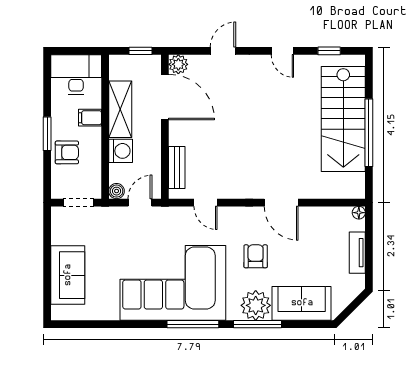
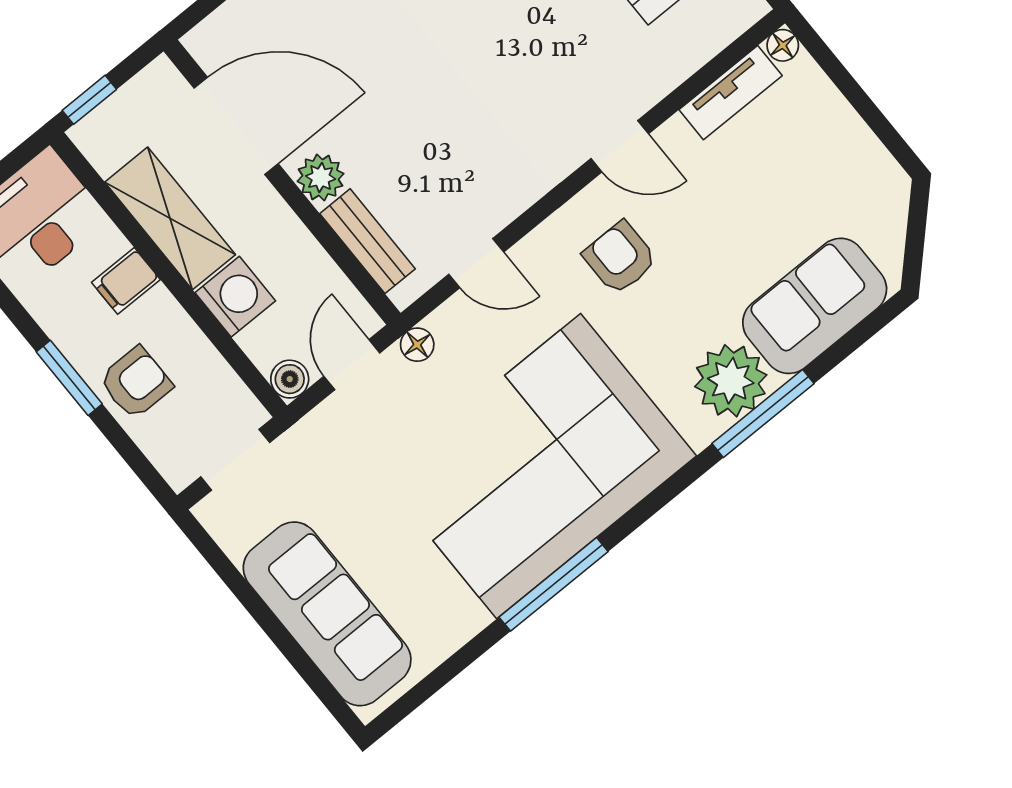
window: (140, 51) -> (89, 100), moved
plant: (178, 64) -> (321, 177), moved
door: (281, 203) -> (620, 146), width x0.73
floor lamp: (166, 213) -> (417, 345), added
tv unit: (357, 253) -> (731, 93), moved, turned -90
armchair: (256, 256) -> (620, 258), moved
sofa: (68, 275) -> (327, 614), width x1.36
window: (193, 324) -> (554, 584), moved

